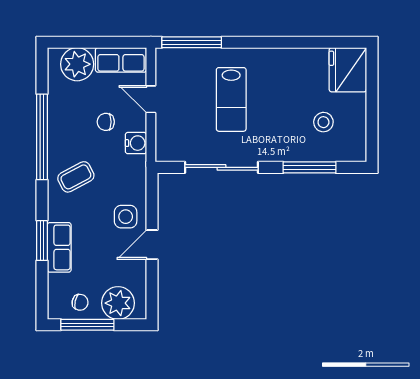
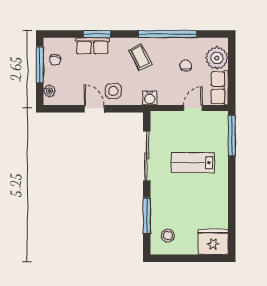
chair: (106, 122) -> (186, 66), moved
stool: (323, 122) -> (168, 236), moved
water cooler: (136, 143) -> (150, 98), moved
plant: (118, 303) -> (49, 91), width x0.53, depth x0.53

